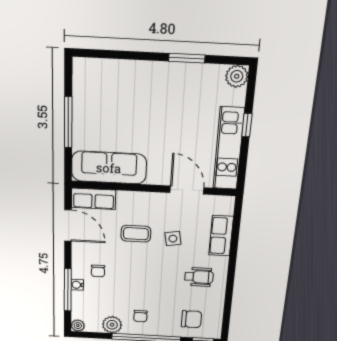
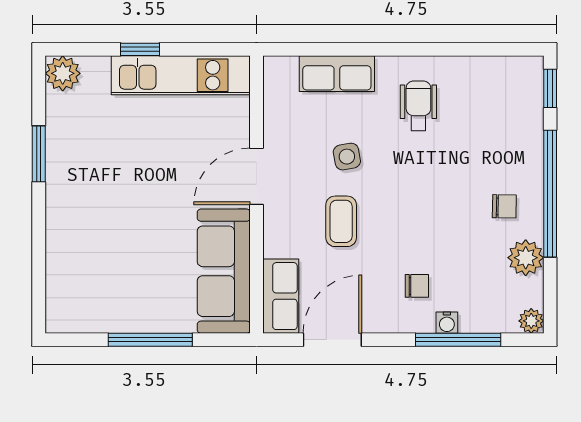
door: (187, 190) -> (257, 176), moved
chair: (191, 319) -> (505, 113), removed

